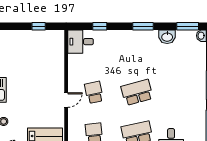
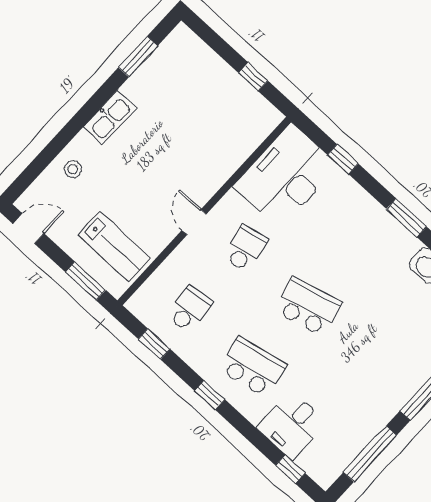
desk: (81, 42) -> (286, 176), width x1.87, depth x1.30
door: (66, 100) -> (194, 222), swing flipped

